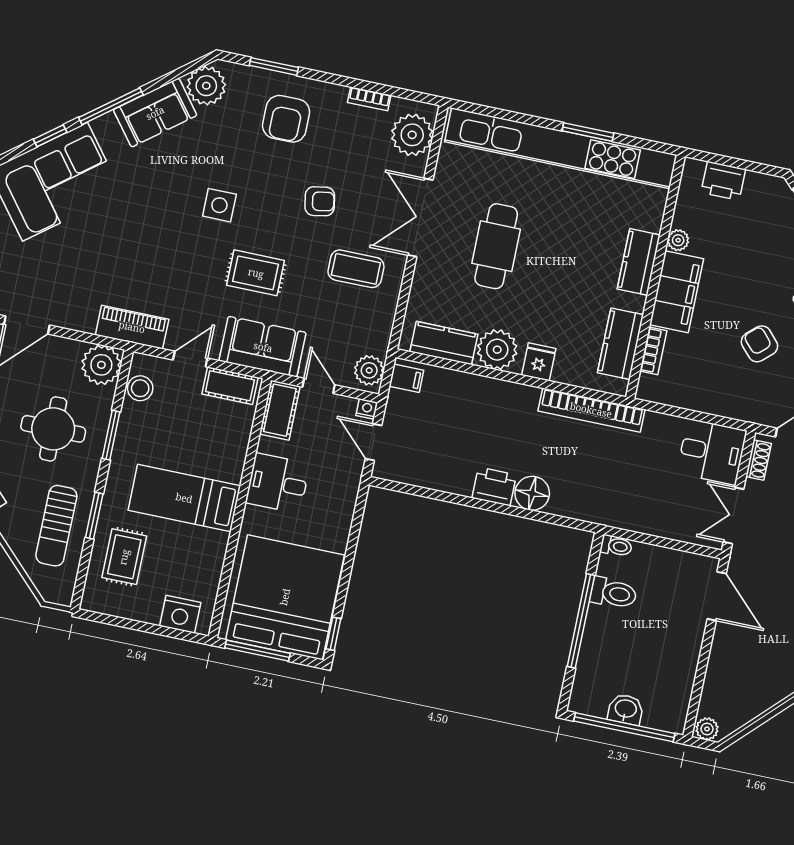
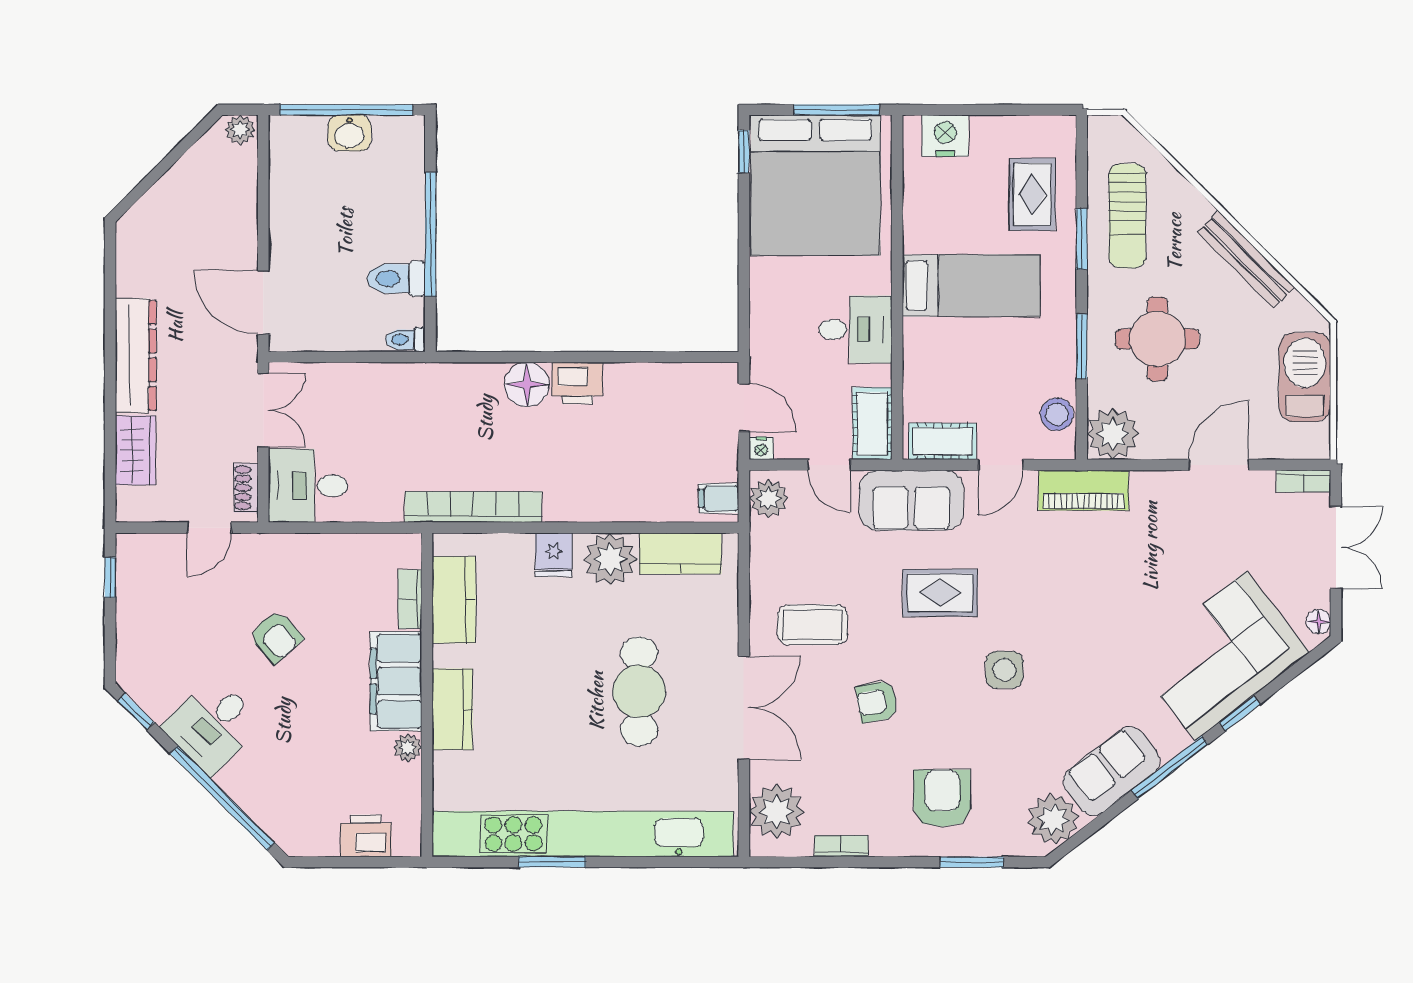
sun lounger: (56, 526) -> (1127, 216), turned 180

